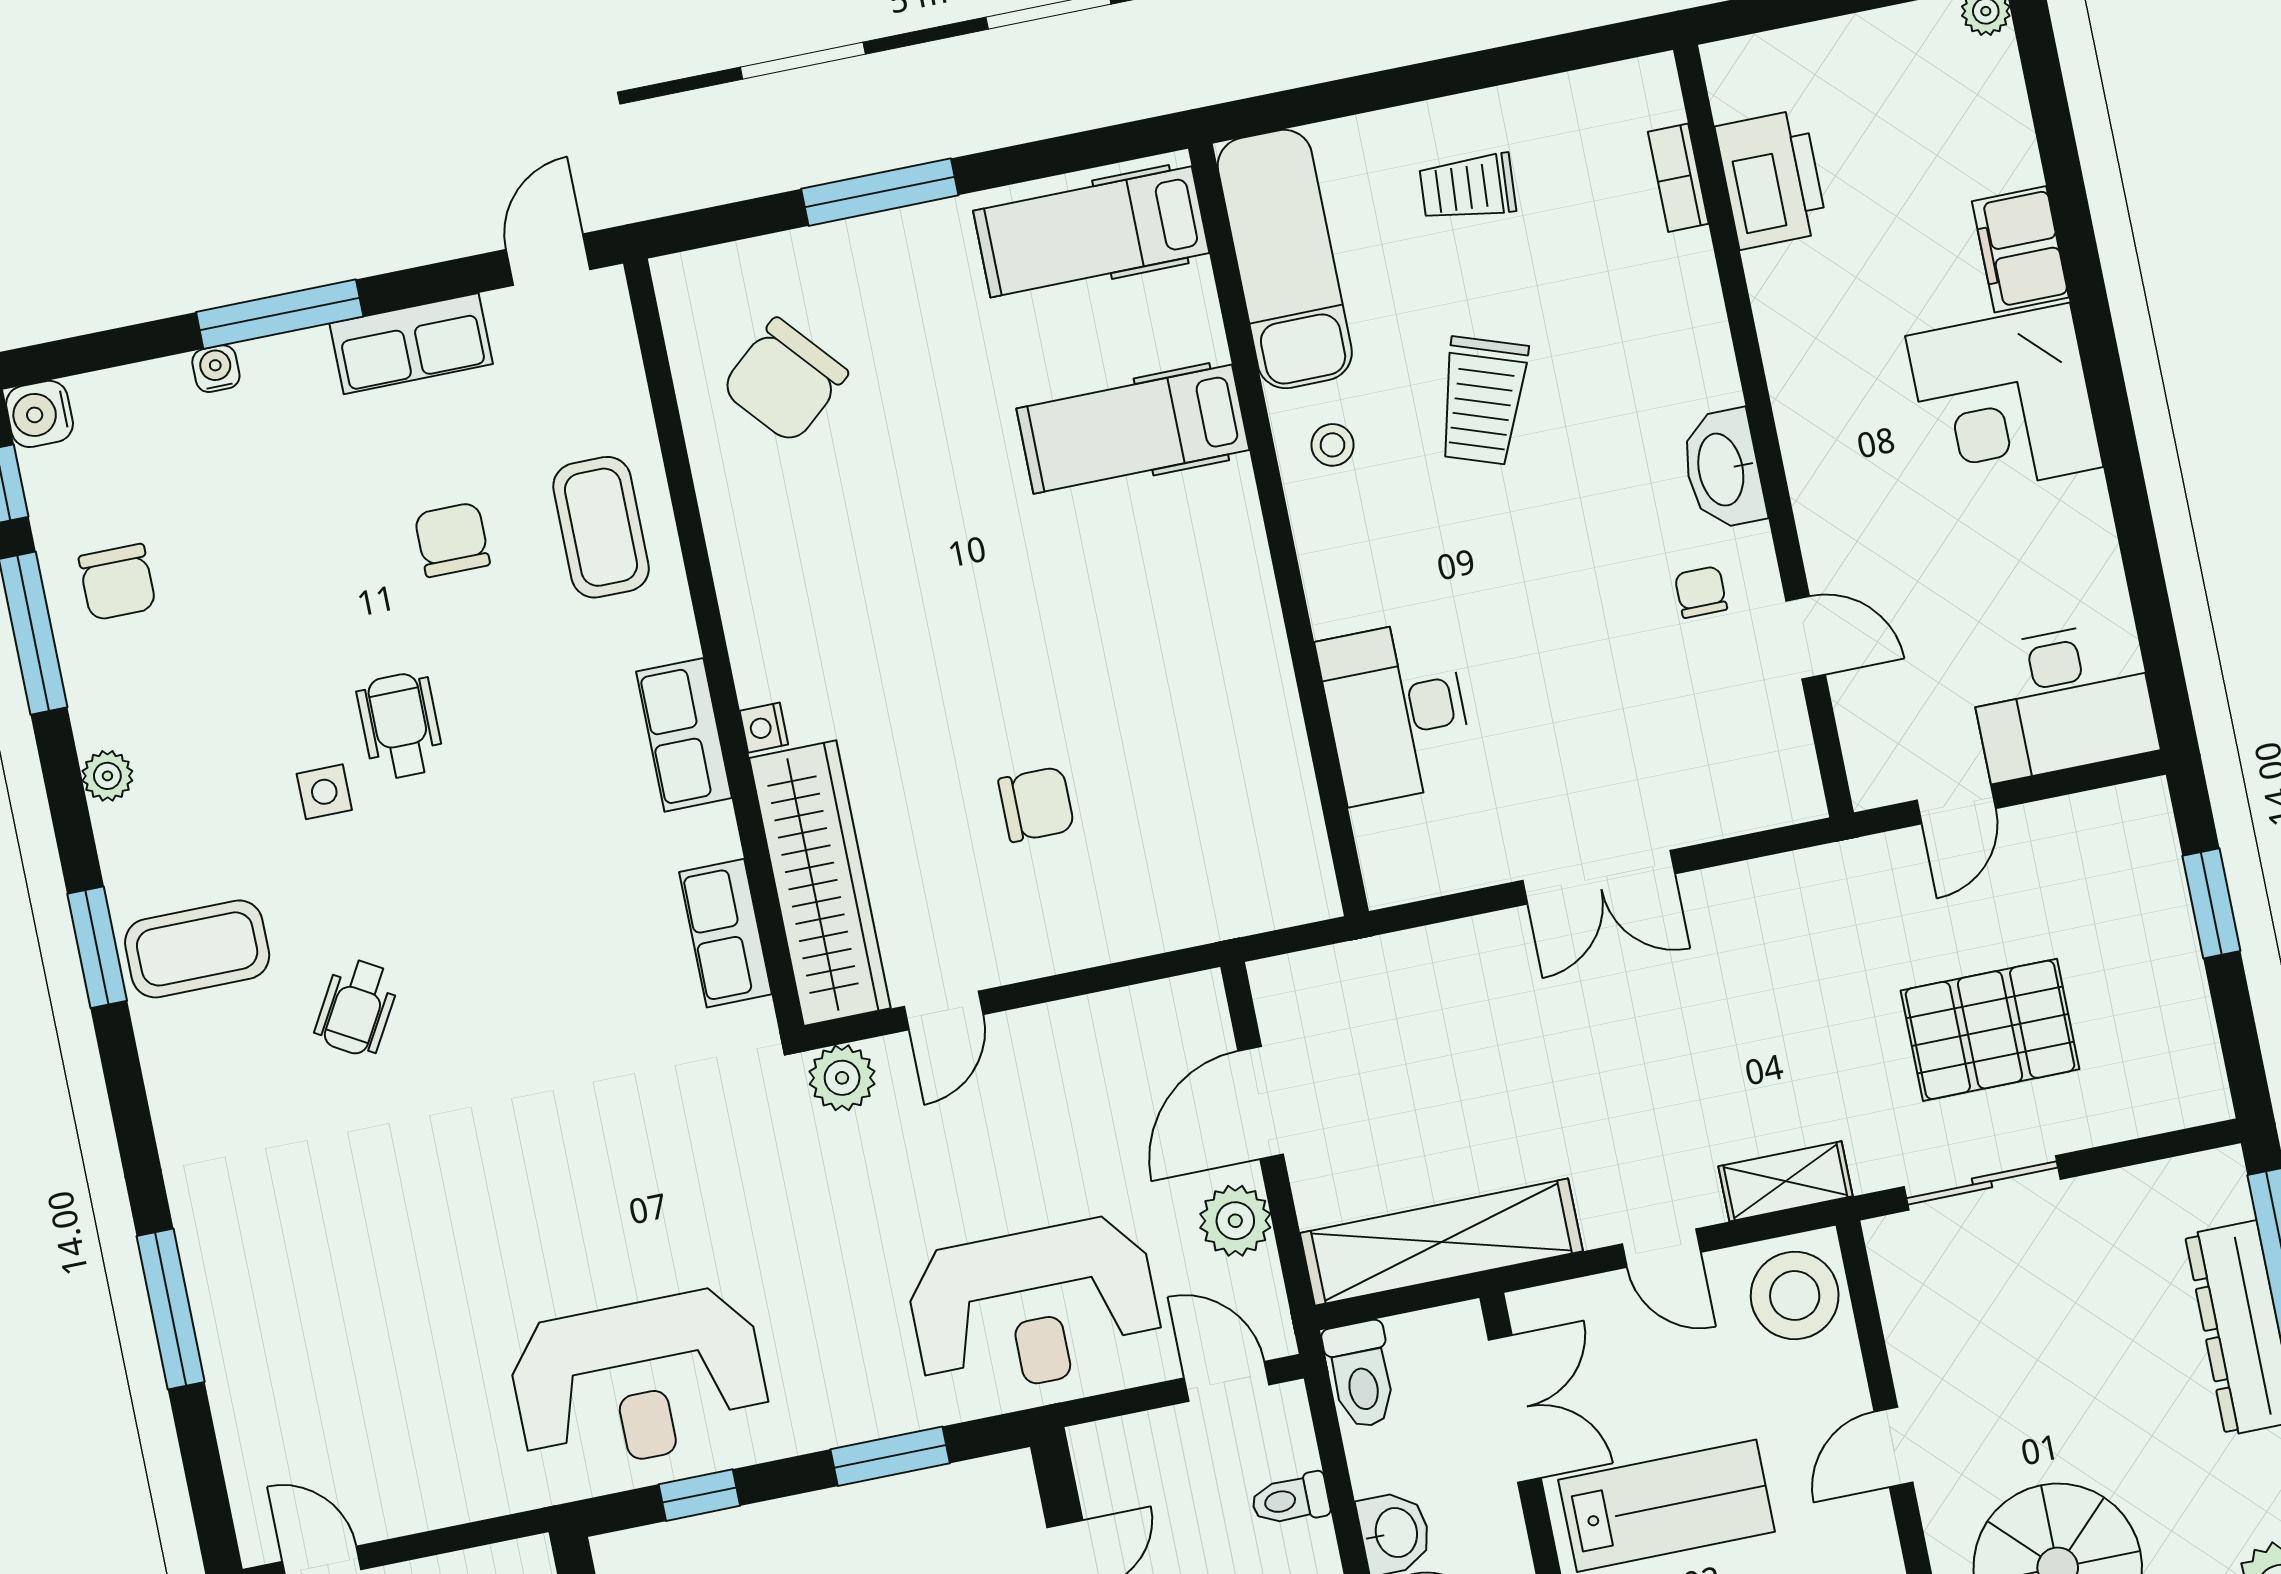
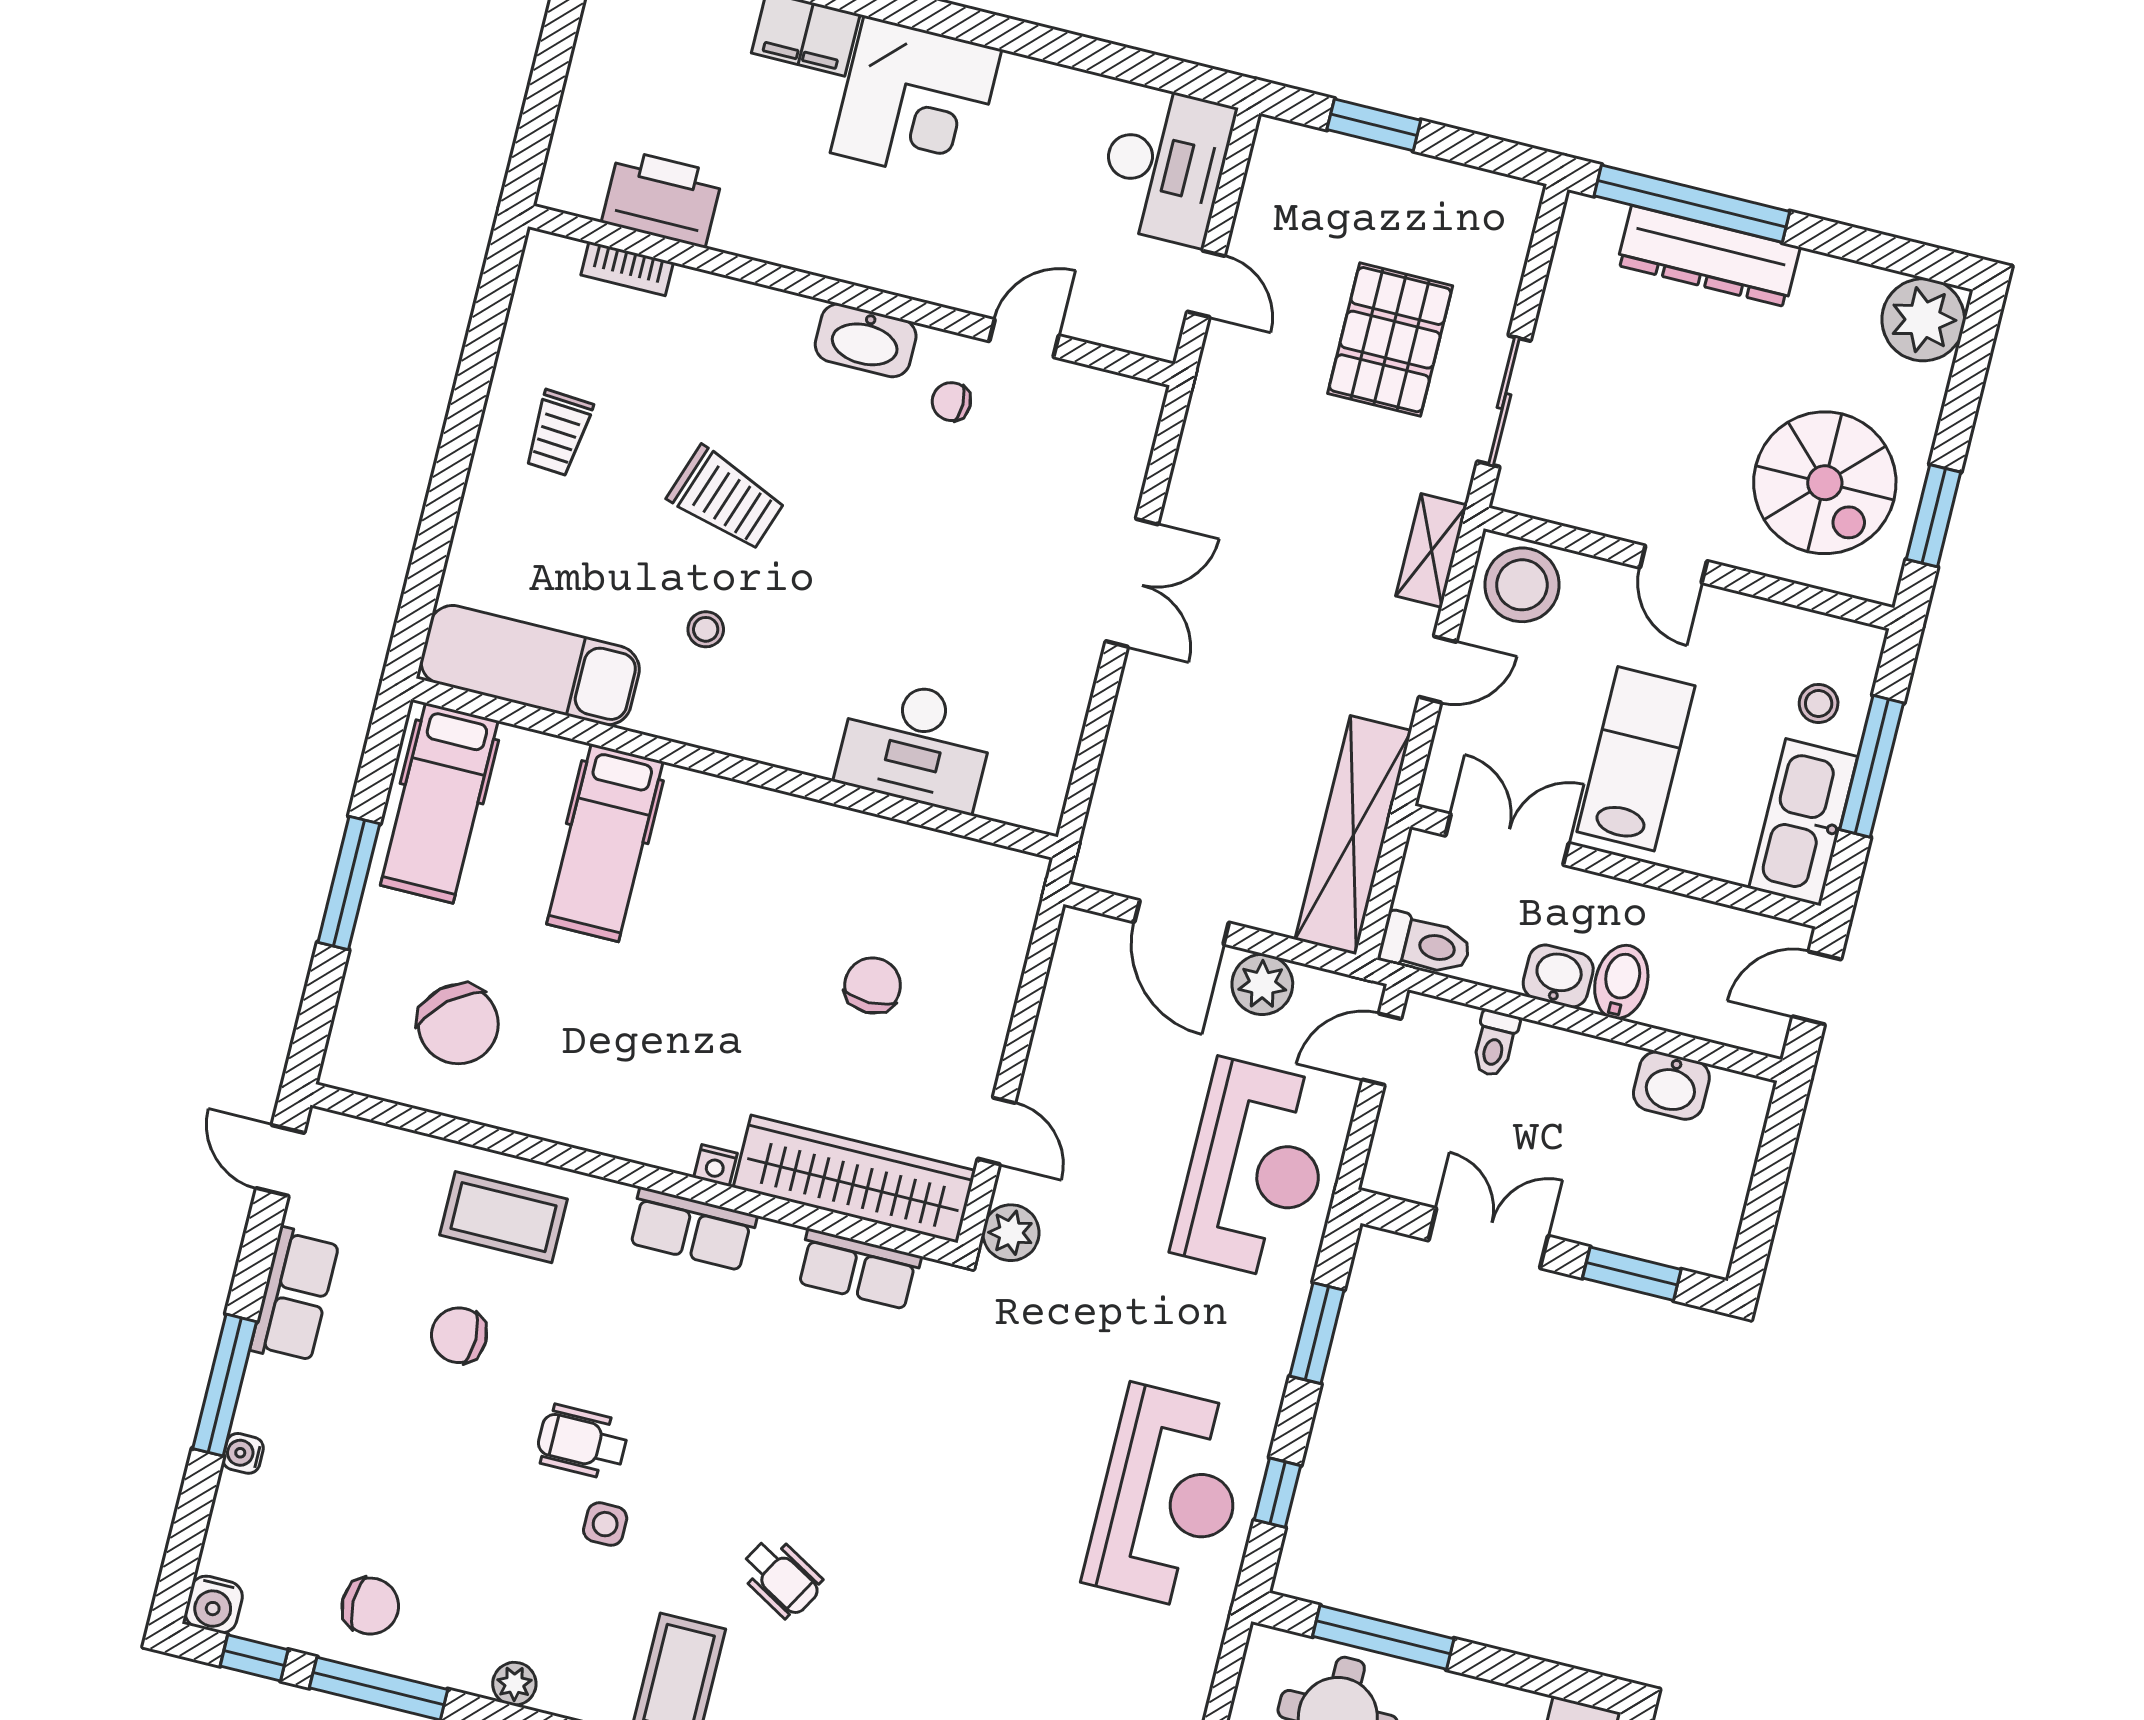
hospital bed: (1091, 232) -> (439, 803), moved
exam couch: (1285, 259) -> (530, 665), moved
hospital bed: (1133, 429) -> (605, 843), moved
wall: (1278, 530) -> (734, 768), moved
desk: (1396, 712) -> (916, 744), moved

